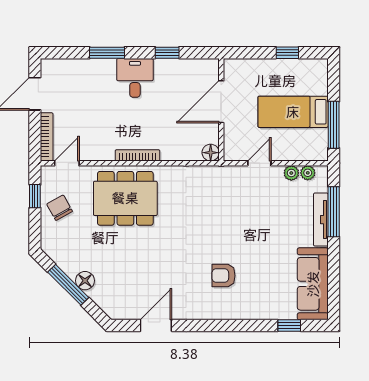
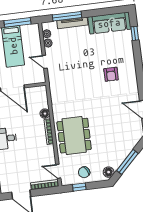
floor lamp: (211, 153) -> (45, 114), moved
floor lamp: (85, 281) -> (109, 172), moved

